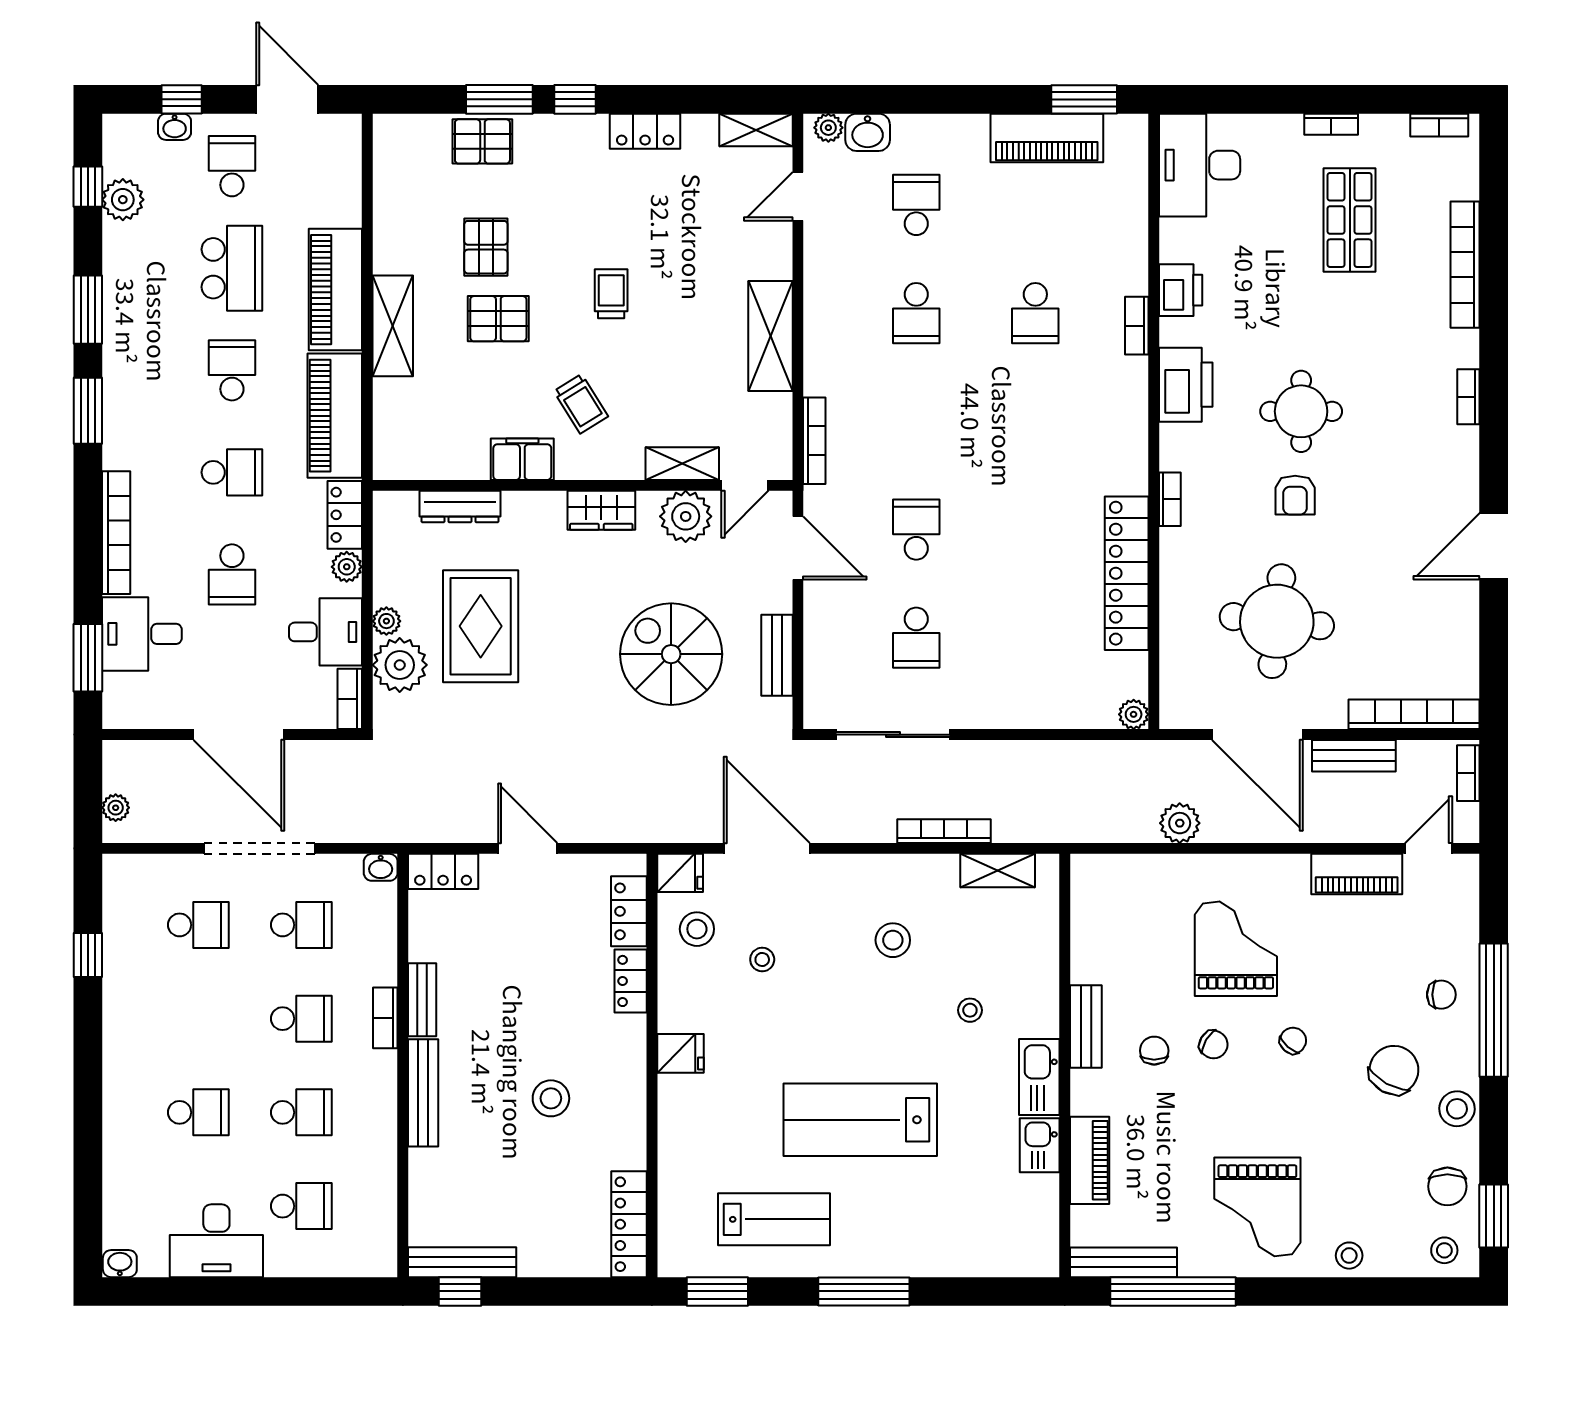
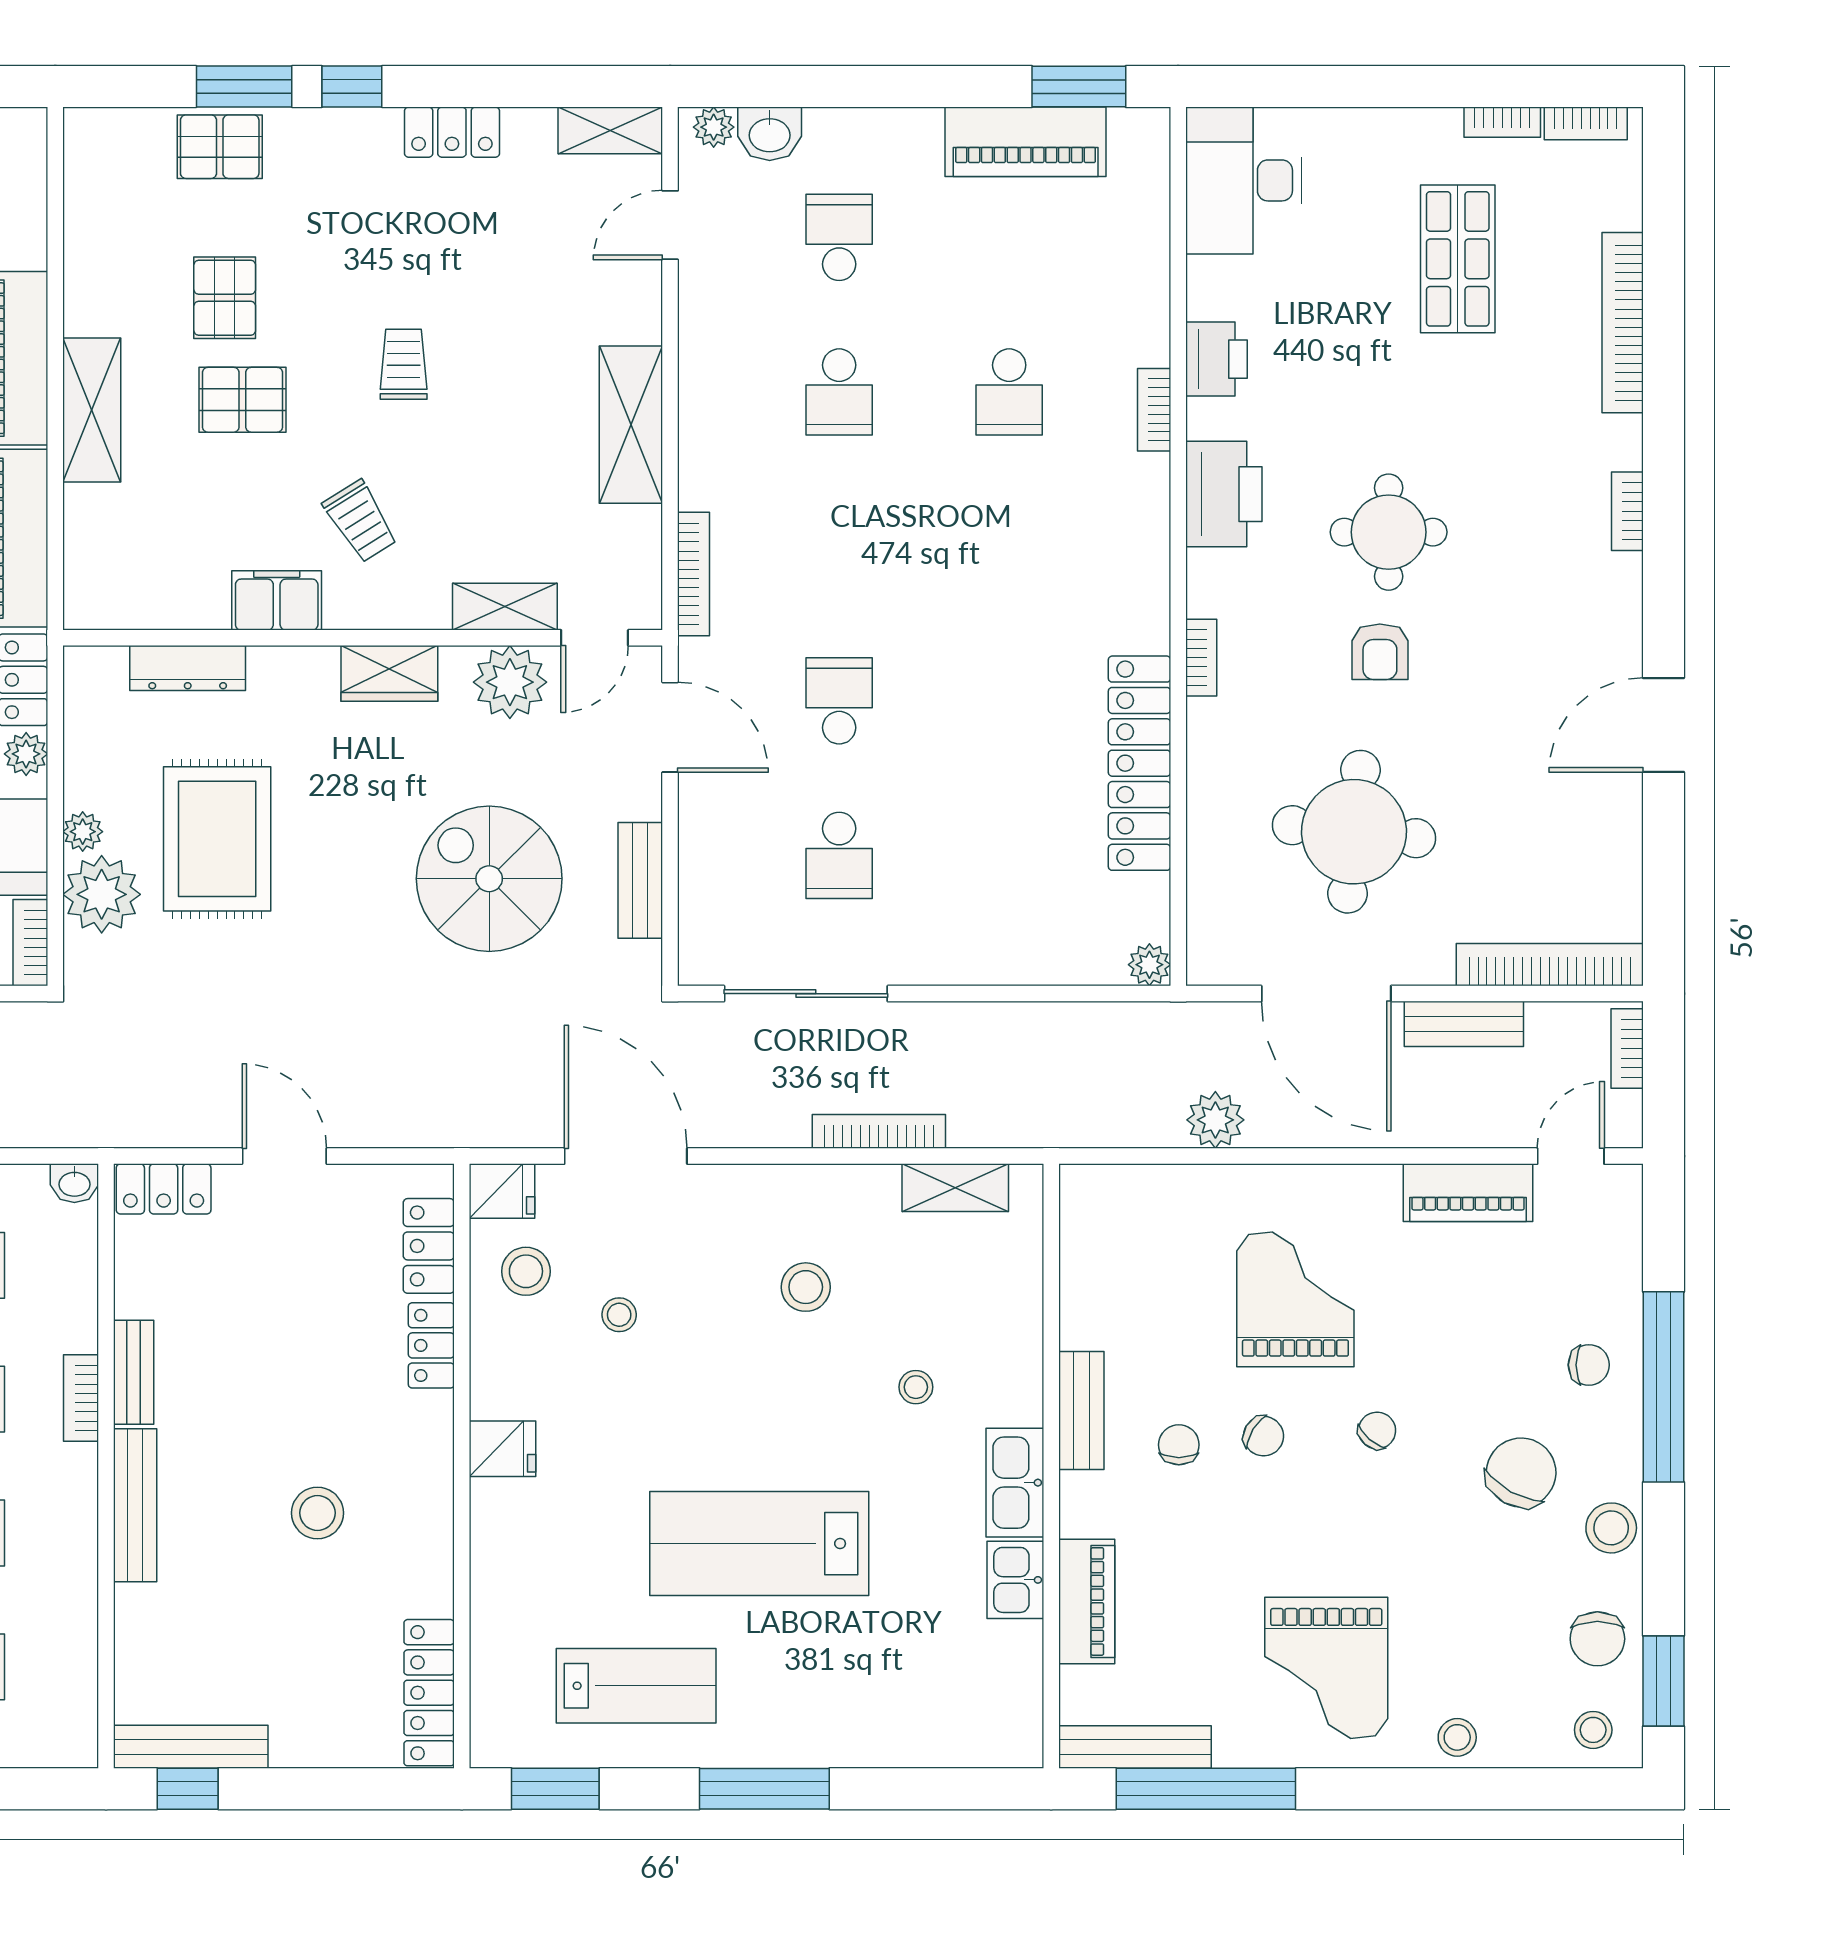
bookcase: (1331, 124) -> (1502, 122), moved

